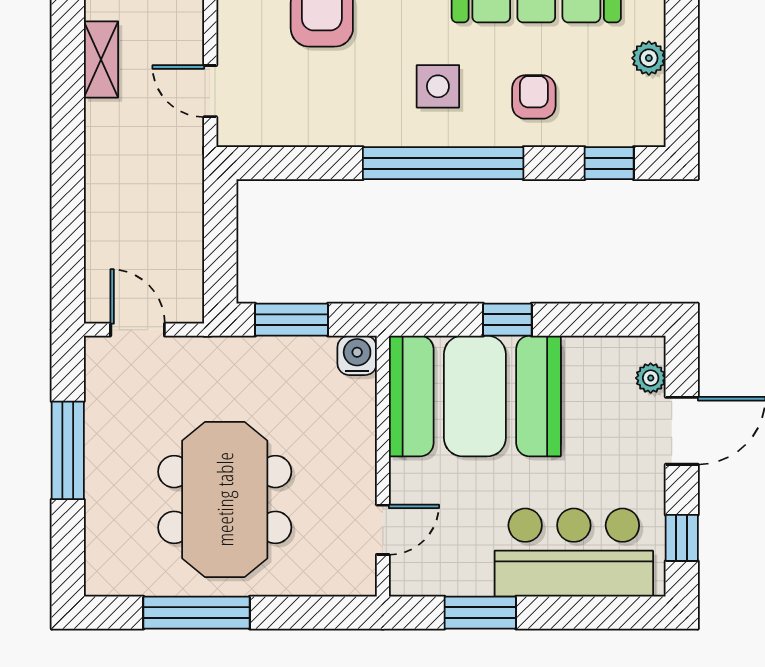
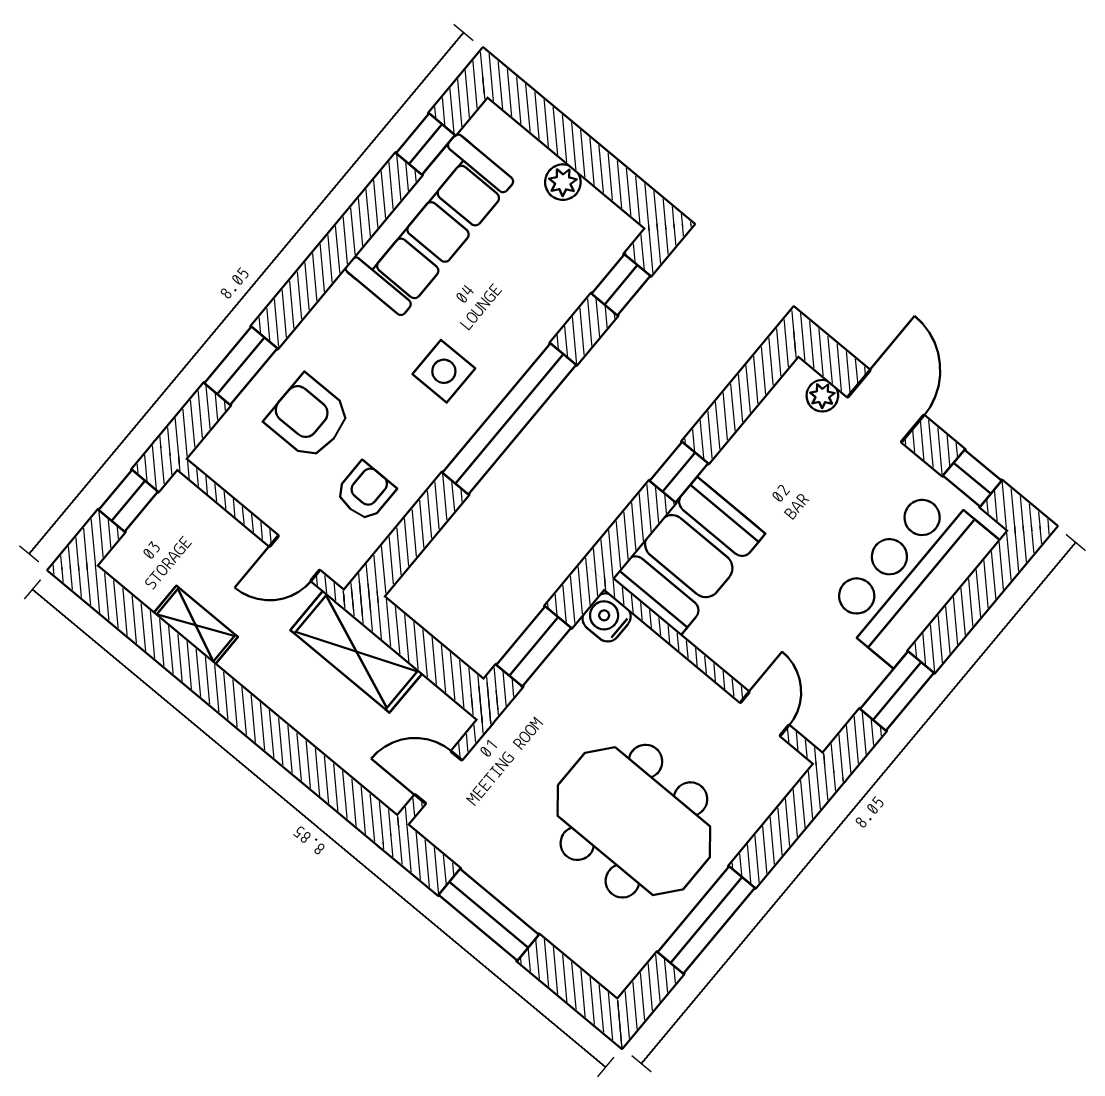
armchair: (534, 97) -> (365, 492), moved, turned 90
shelving: (180, 193) -> (356, 652), added
booth: (475, 396) -> (689, 556), width x0.73, depth x0.70

